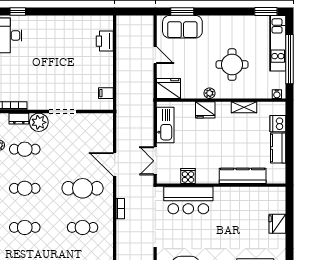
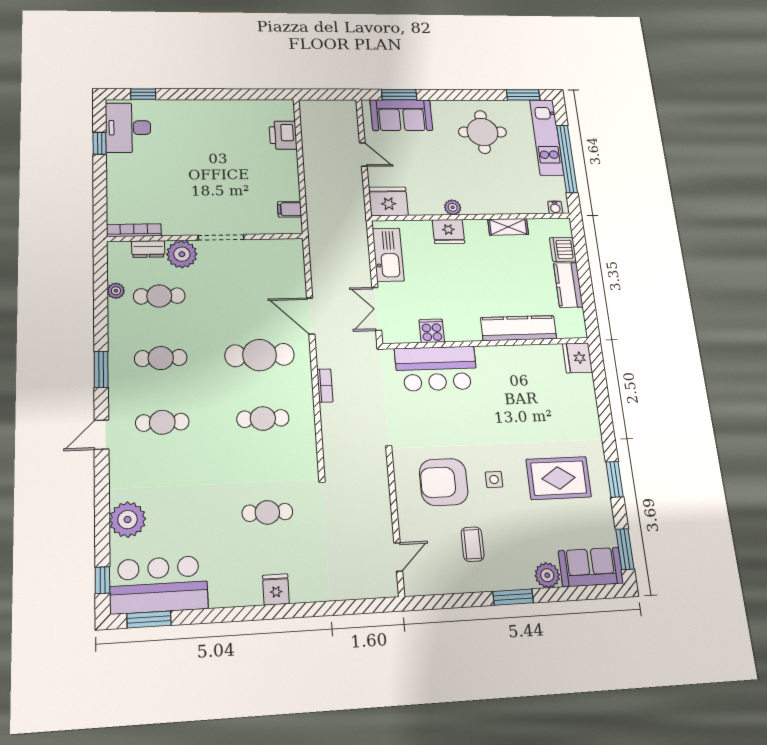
round table: (232, 65) -> (483, 132), moved
fridge: (277, 224) -> (577, 358), moved

